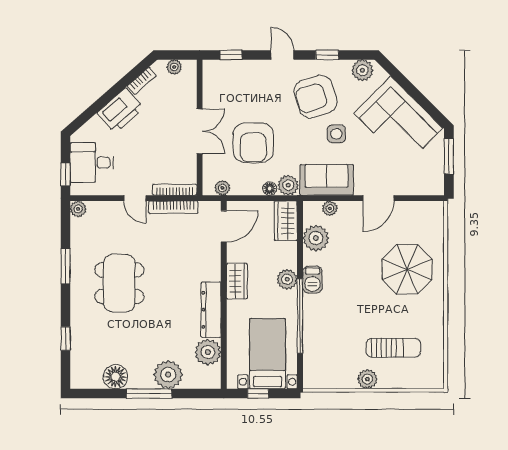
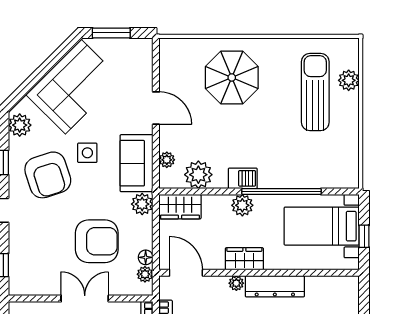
floor lamp: (270, 188) -> (146, 257), moved
sun lounger: (393, 348) -> (315, 92), width x1.36, depth x1.34
plant: (208, 352) -> (236, 283), moved, width x0.53, depth x0.53
plant: (367, 379) -> (349, 80), moved

